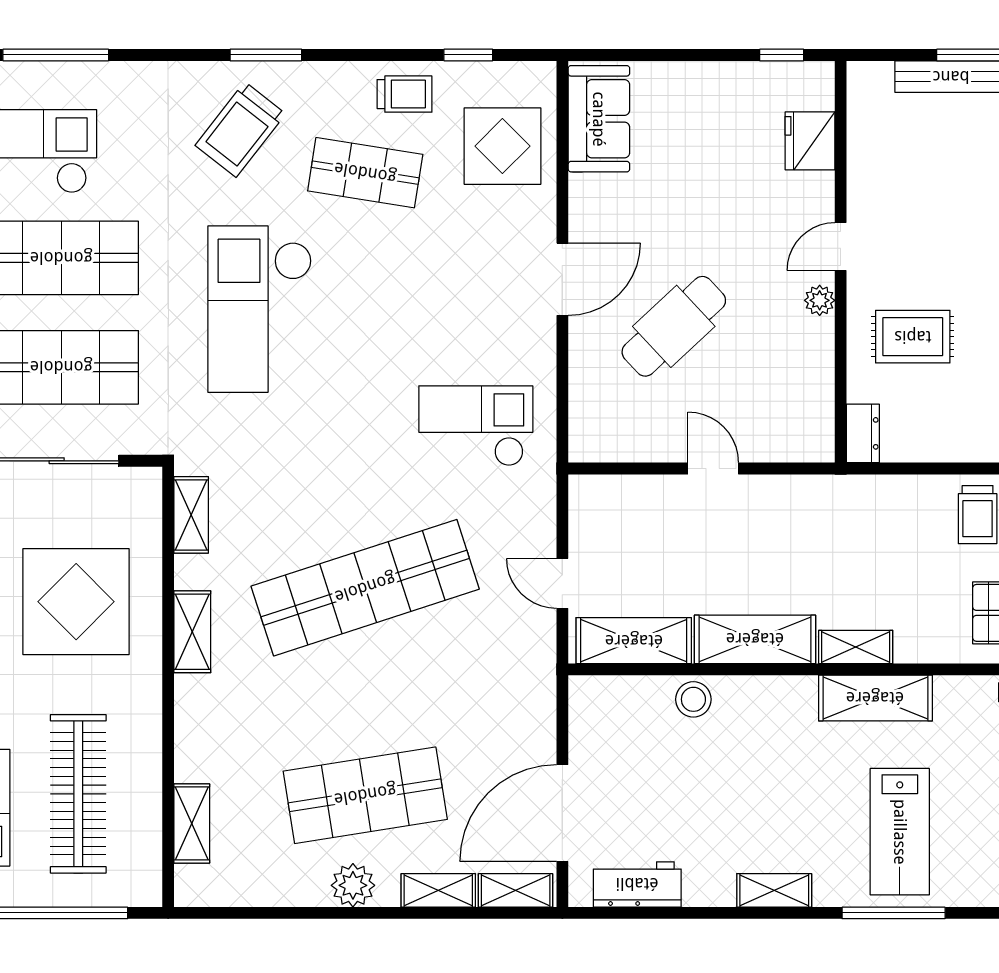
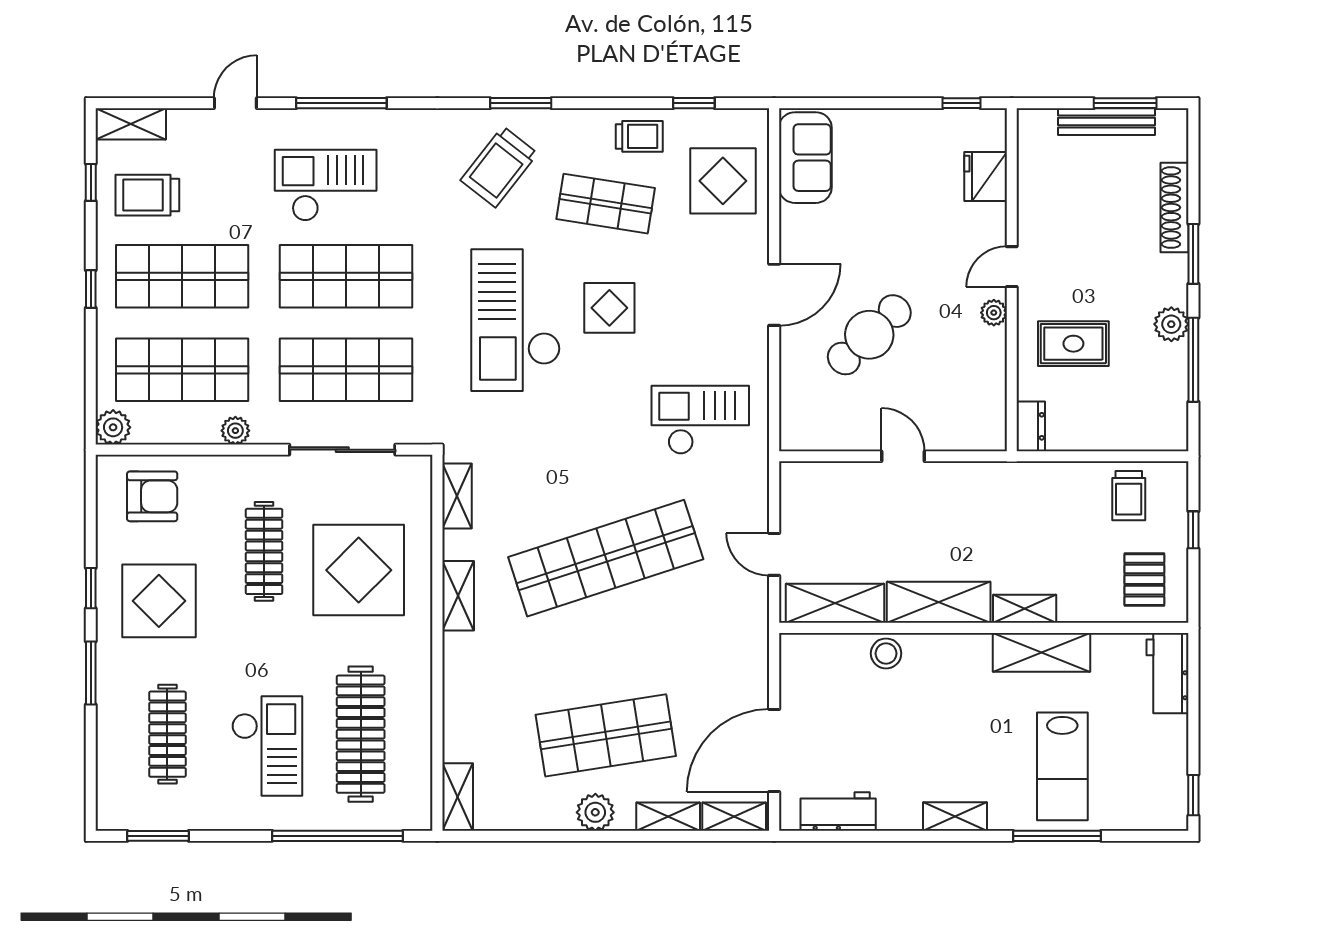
display table: (370, 295) -> (609, 308), added
shelving: (192, 823) -> (458, 797), moved

